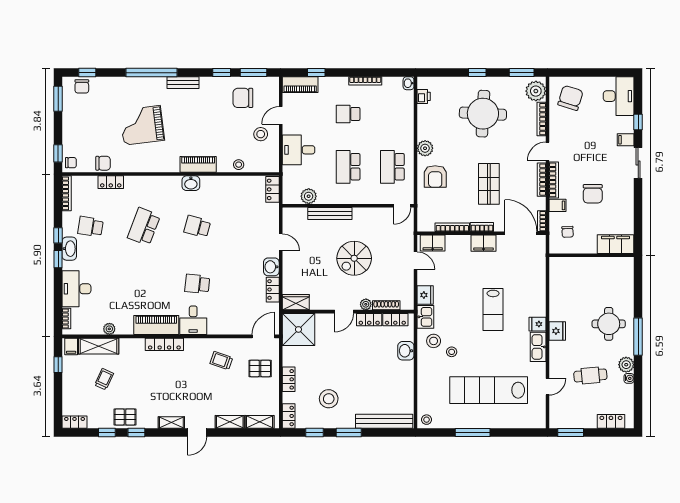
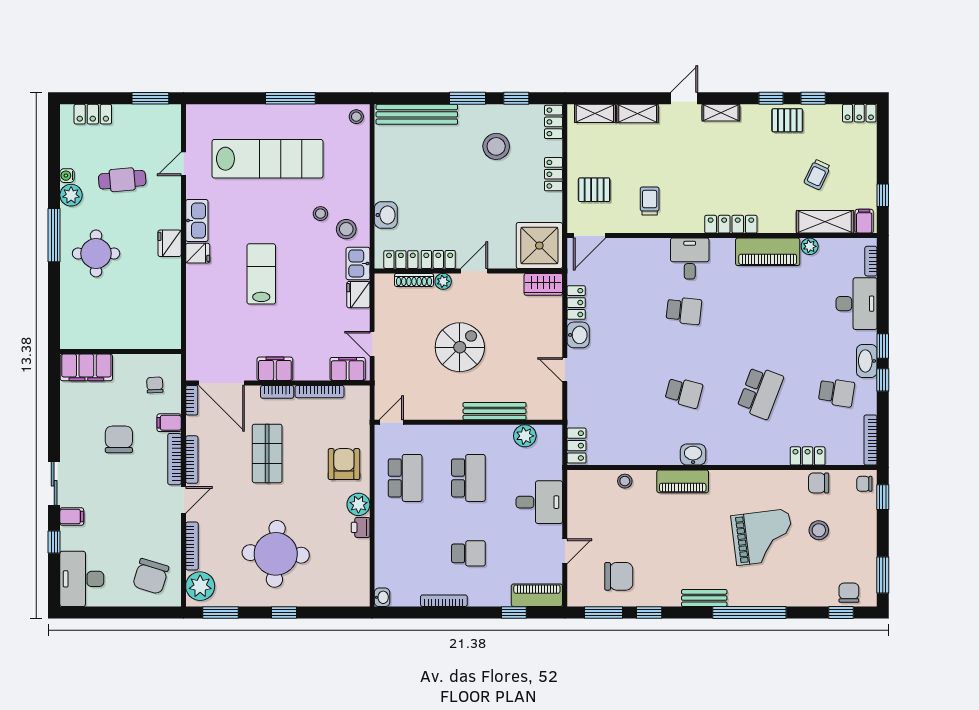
printer: (424, 96) -> (361, 527), moved
stool: (261, 134) -> (819, 530), moved
piano: (156, 325) -> (768, 252), moved
trolley: (221, 361) -> (650, 201), turned -109

